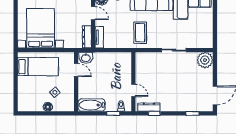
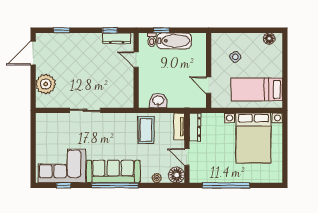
coffee table: (140, 33) -> (146, 130), moved
washbasin: (86, 58) -> (158, 101), moved
plant: (205, 60) -> (46, 84), moved
bathtub: (92, 105) -> (174, 41), moved
floor lamp: (48, 107) -> (269, 39), moved

